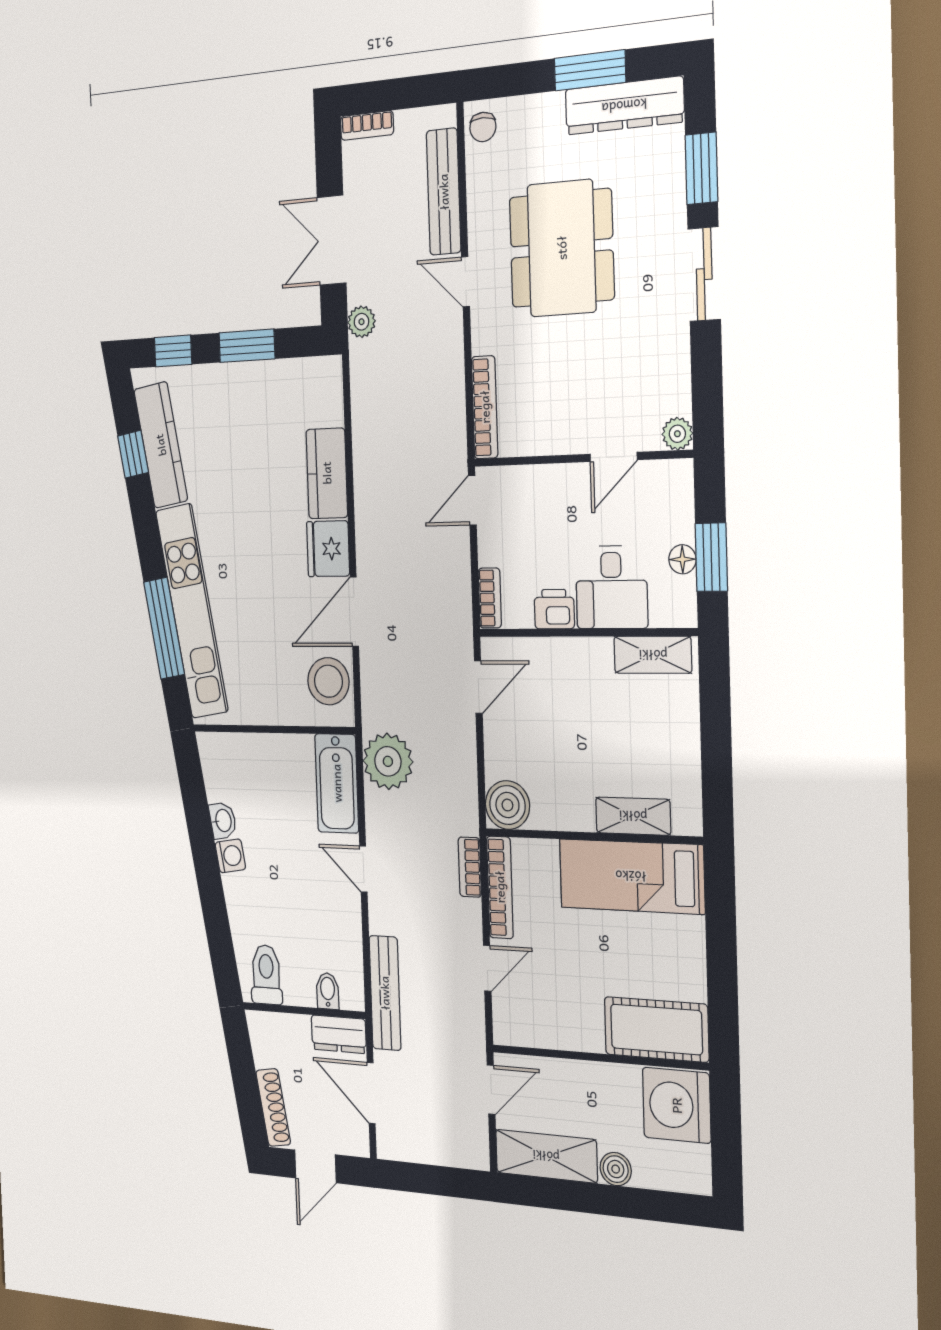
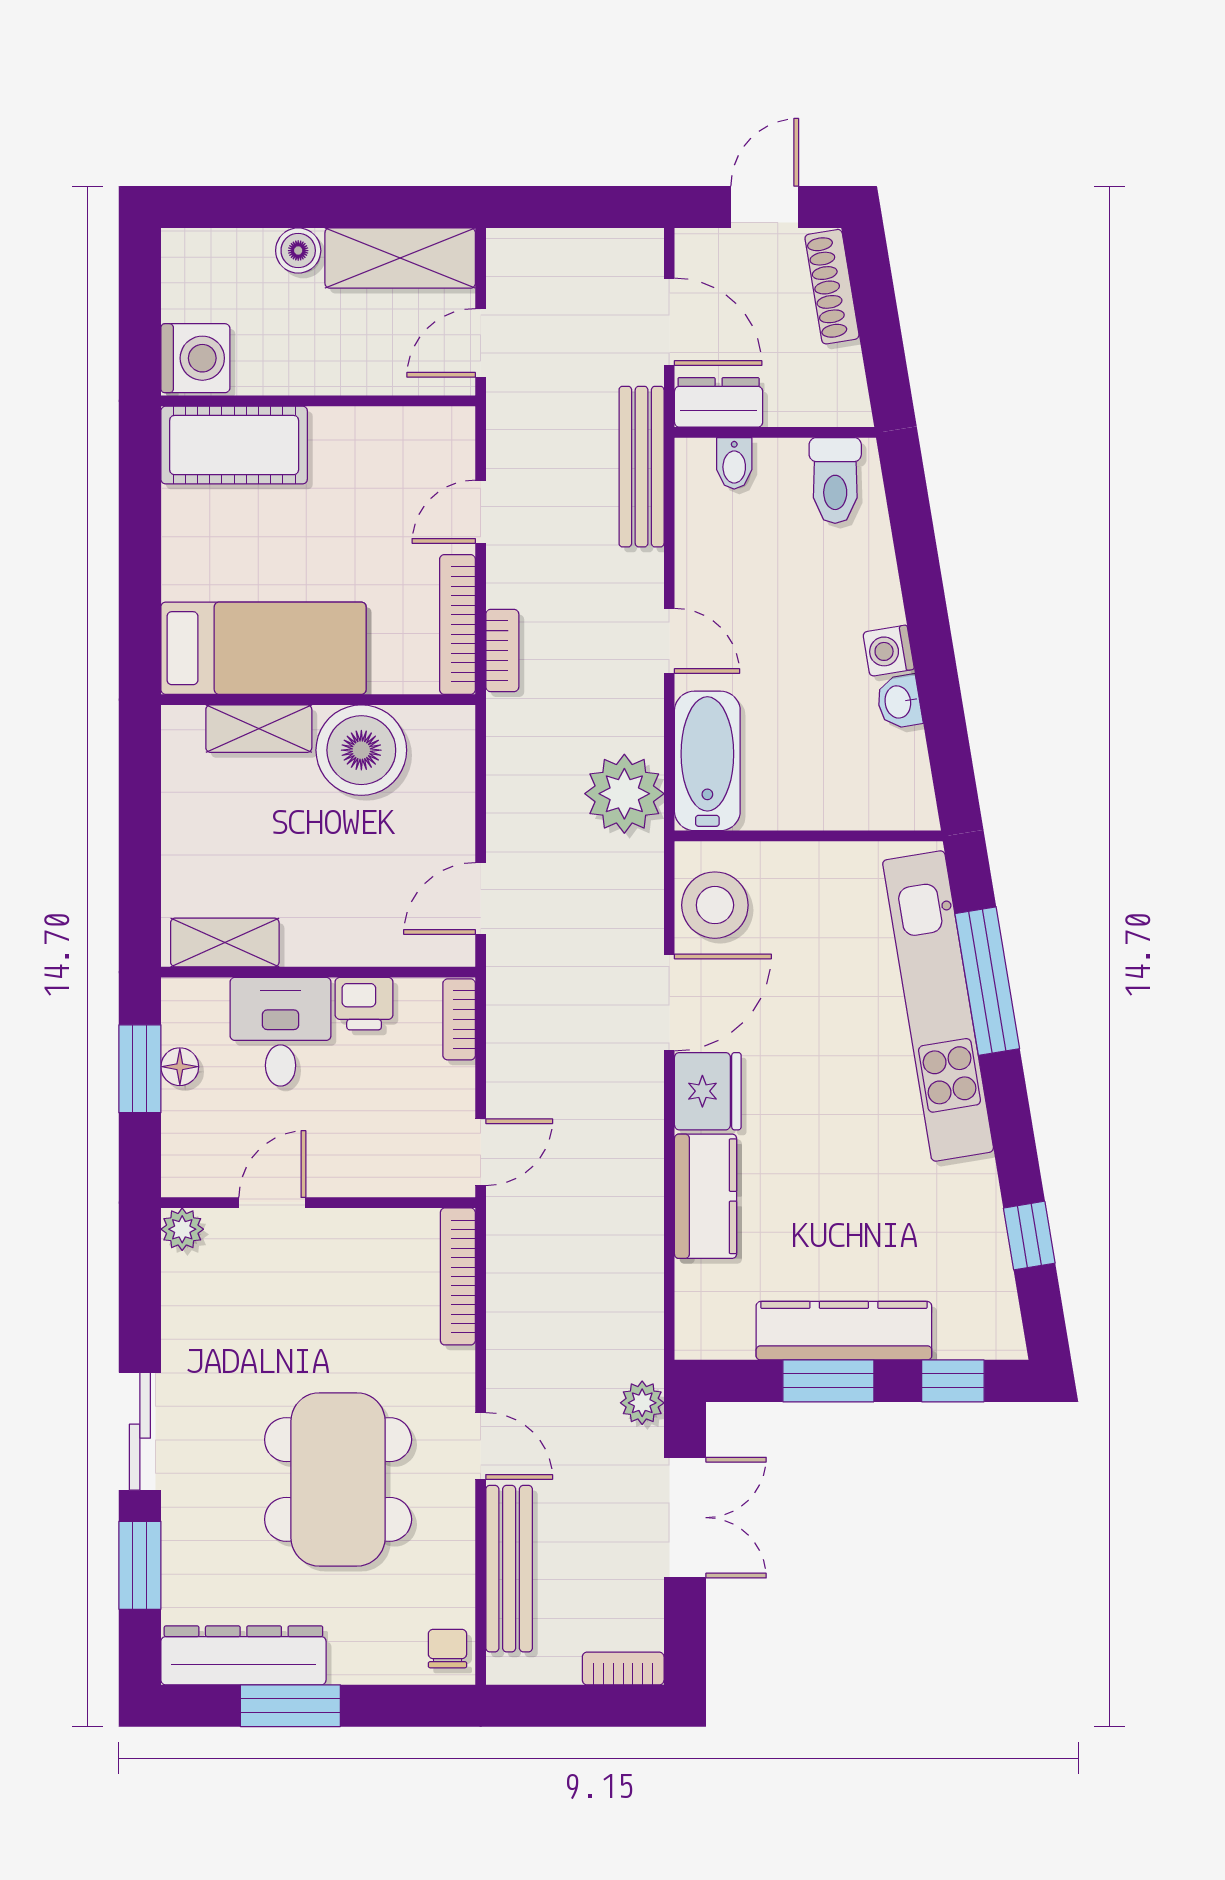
kitchen counter: (161, 445) -> (844, 1331), moved, turned 99
boiler: (507, 805) -> (361, 750), moved, width x1.37, depth x1.37
washing machine: (677, 1105) -> (195, 358), width x0.73, depth x0.73

